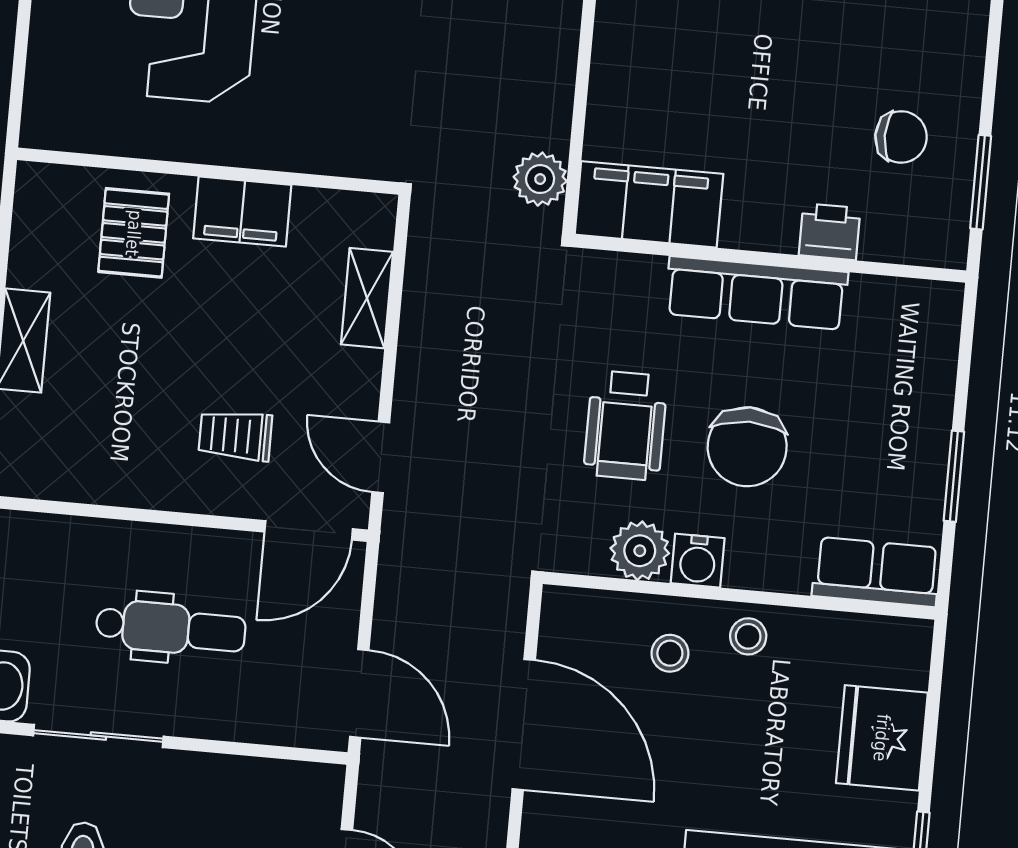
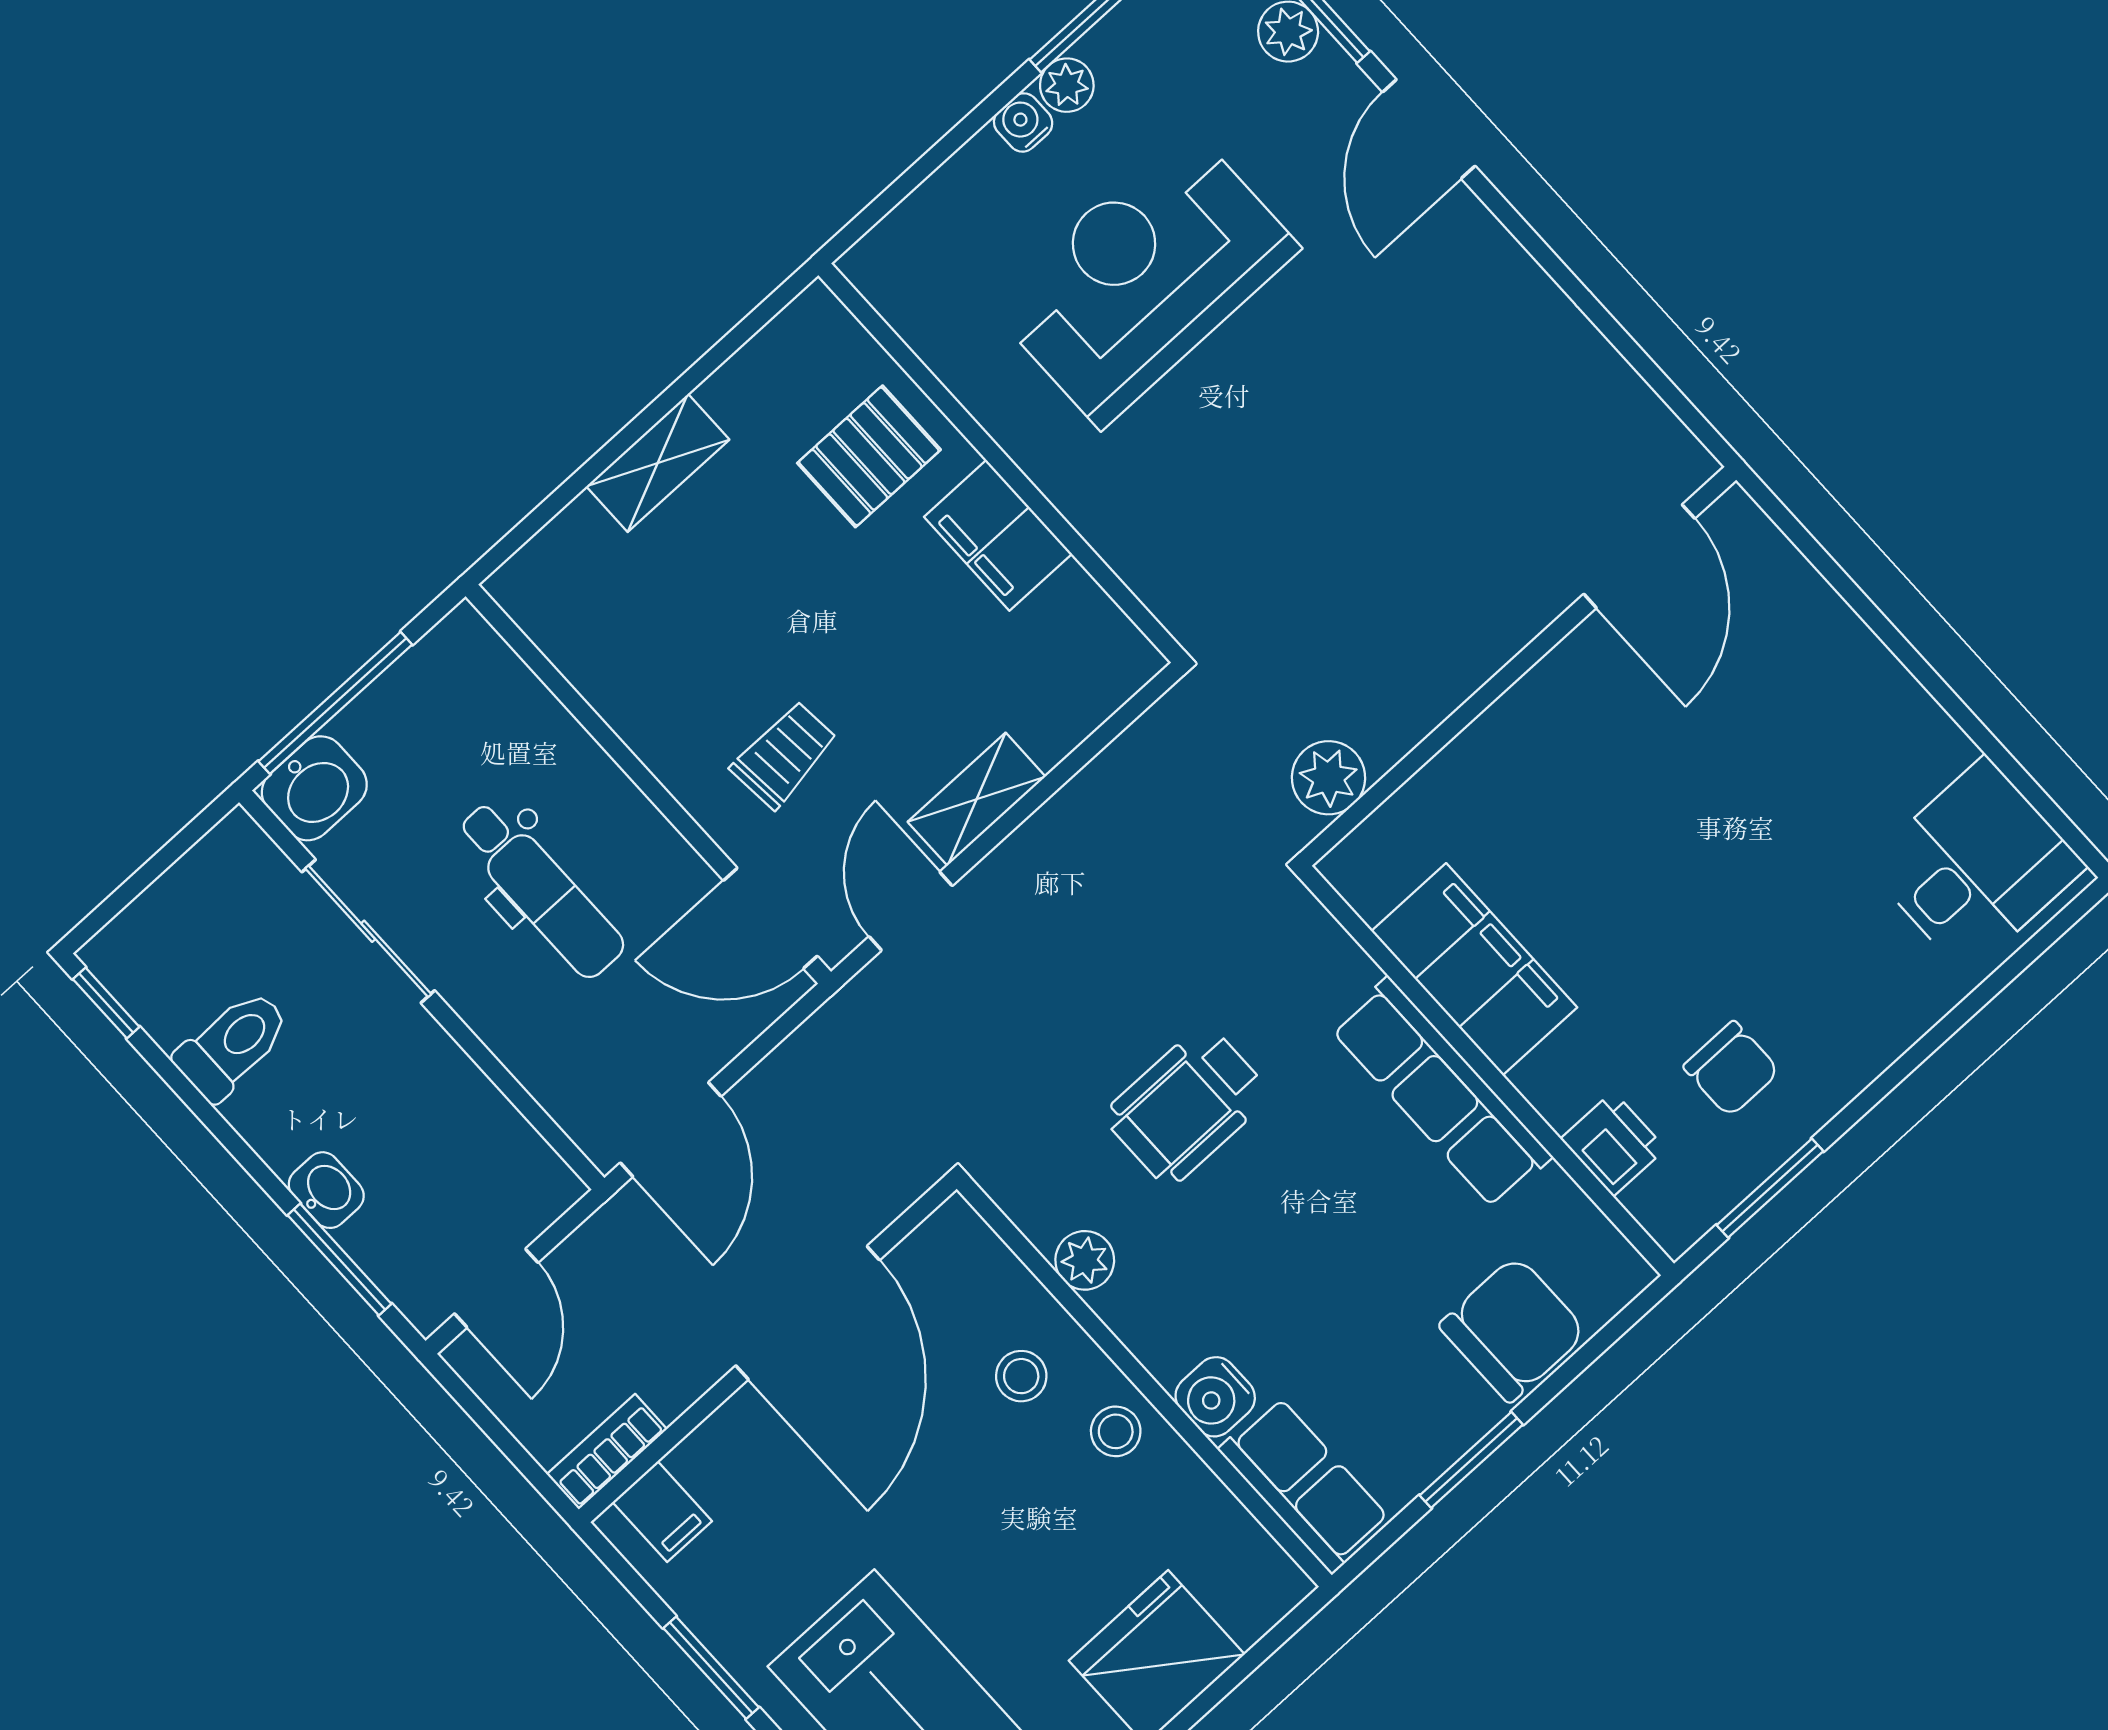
filing cabinet: (649, 204) -> (1474, 969), moved
printer: (830, 232) -> (1613, 1144), moved
shelving: (367, 298) -> (977, 799), moved
trolley: (235, 435) -> (784, 755), turned 85
chair: (747, 447) -> (1513, 1329), moved, turned 180
plant: (640, 551) -> (1085, 1260), width x0.73, depth x0.73
water cooler: (698, 561) -> (1215, 1397), moved

